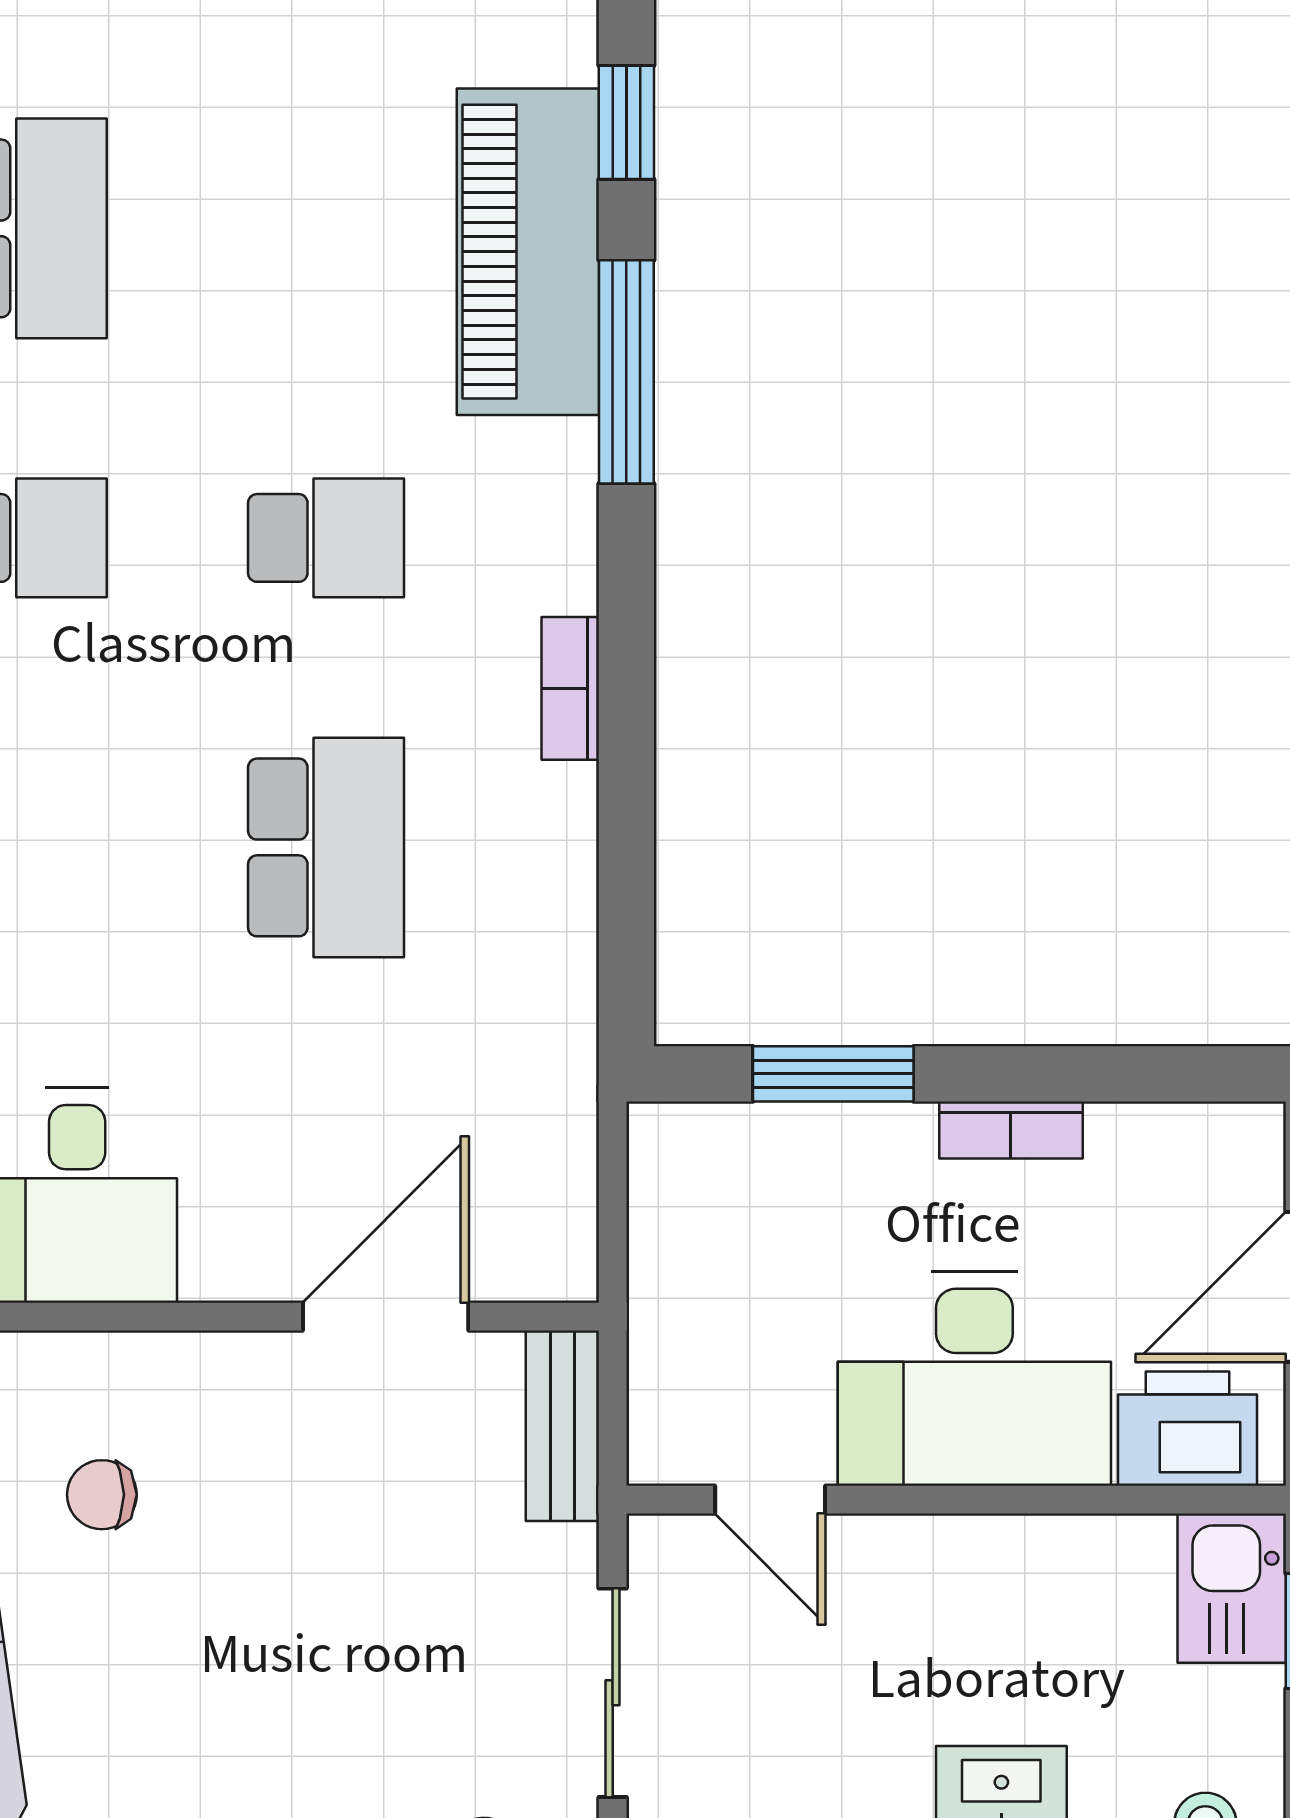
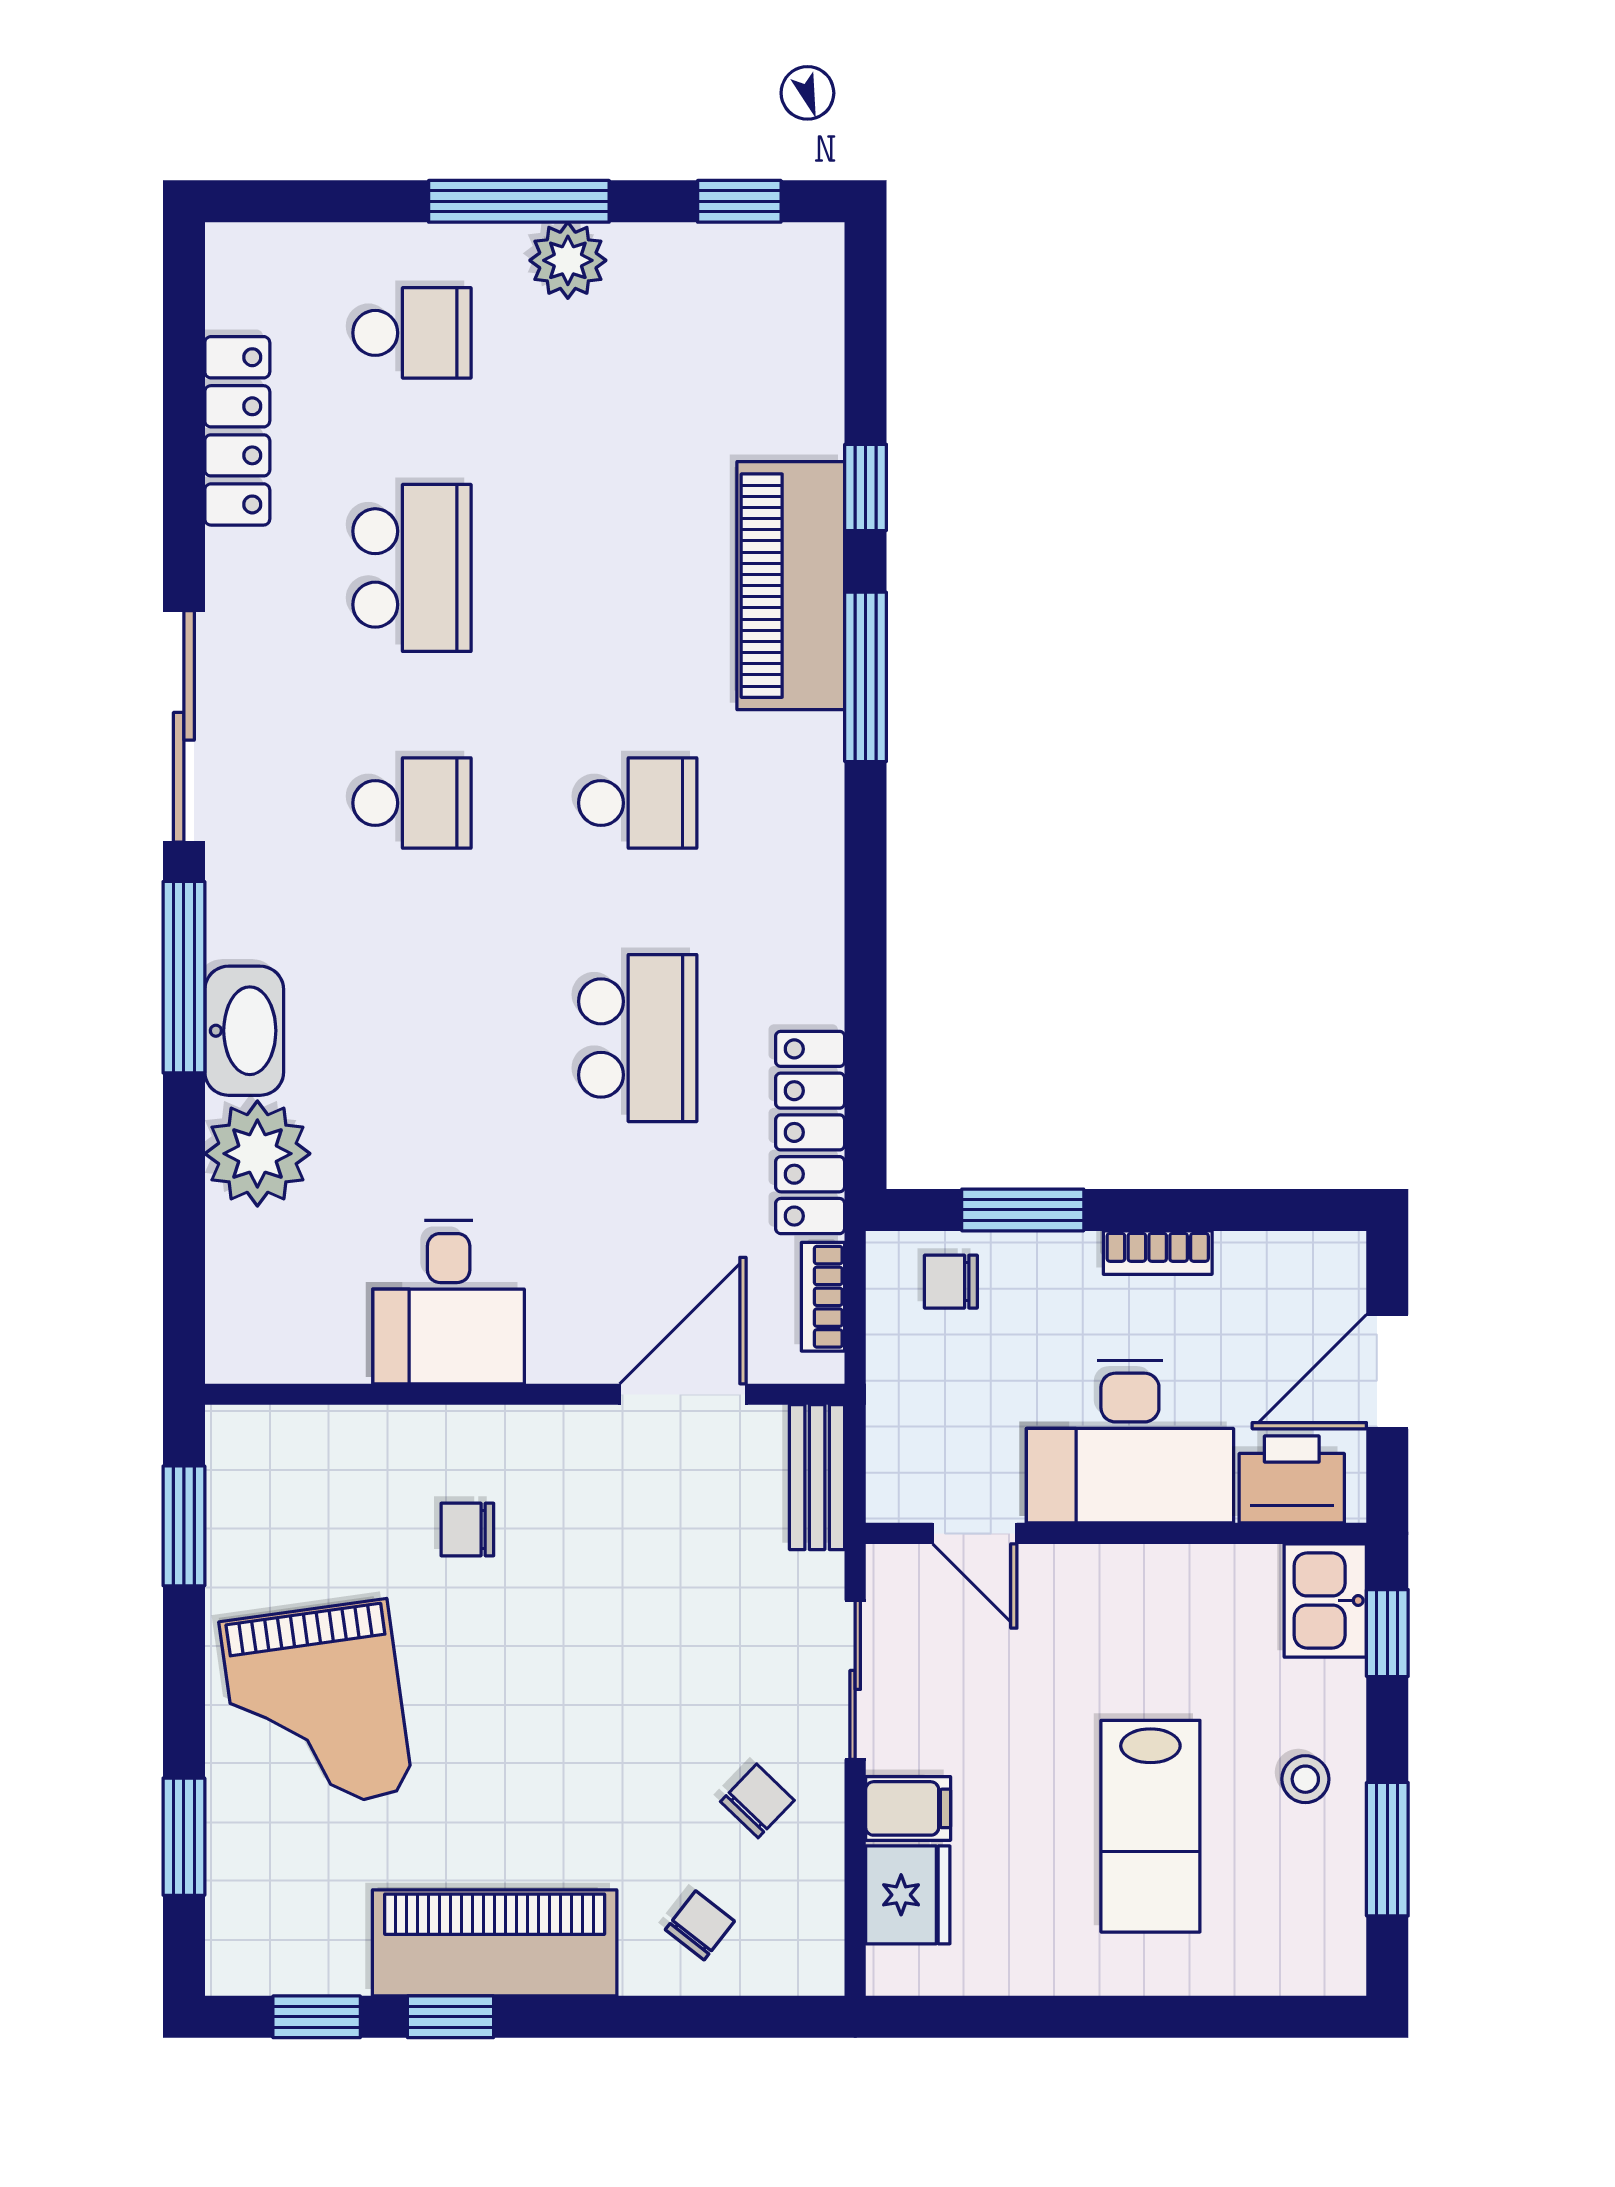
bookcase: (570, 688) -> (823, 1297), moved
locker: (553, 972) -> (810, 1132), added
chair: (739, 1168) -> (951, 1282), added

